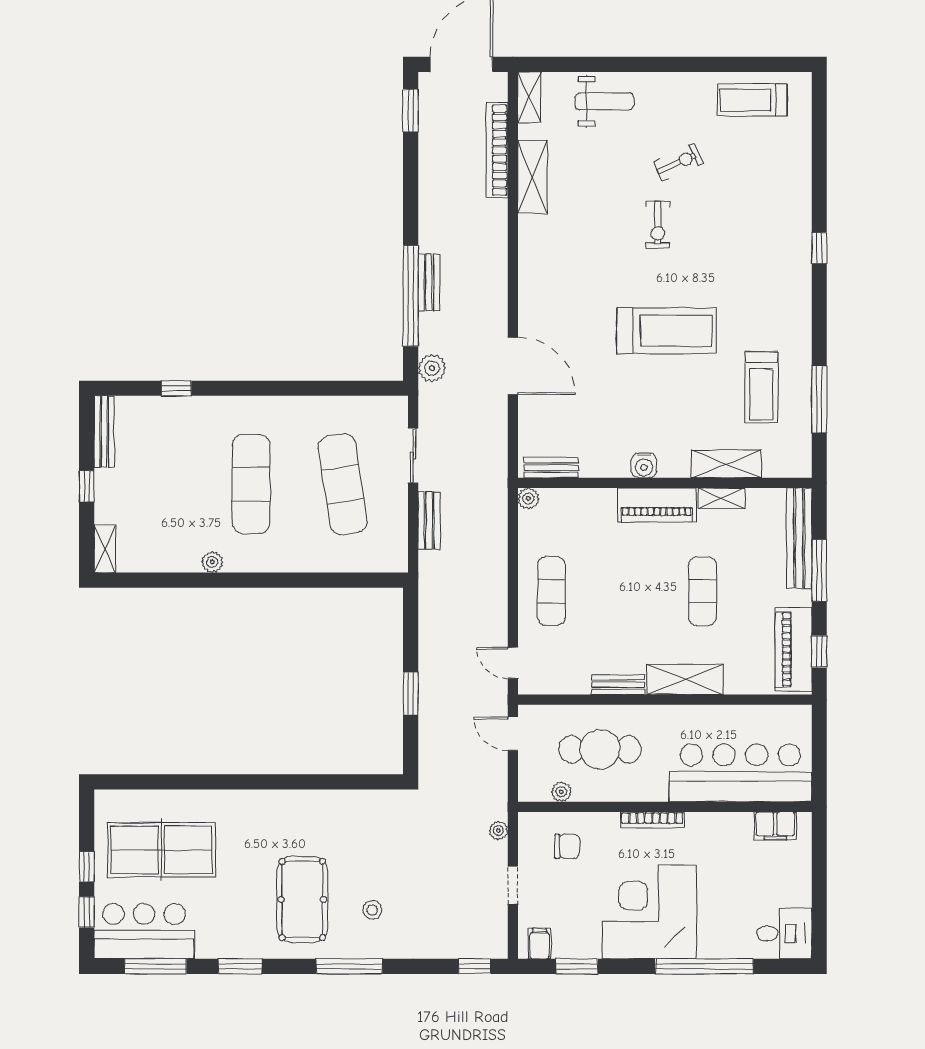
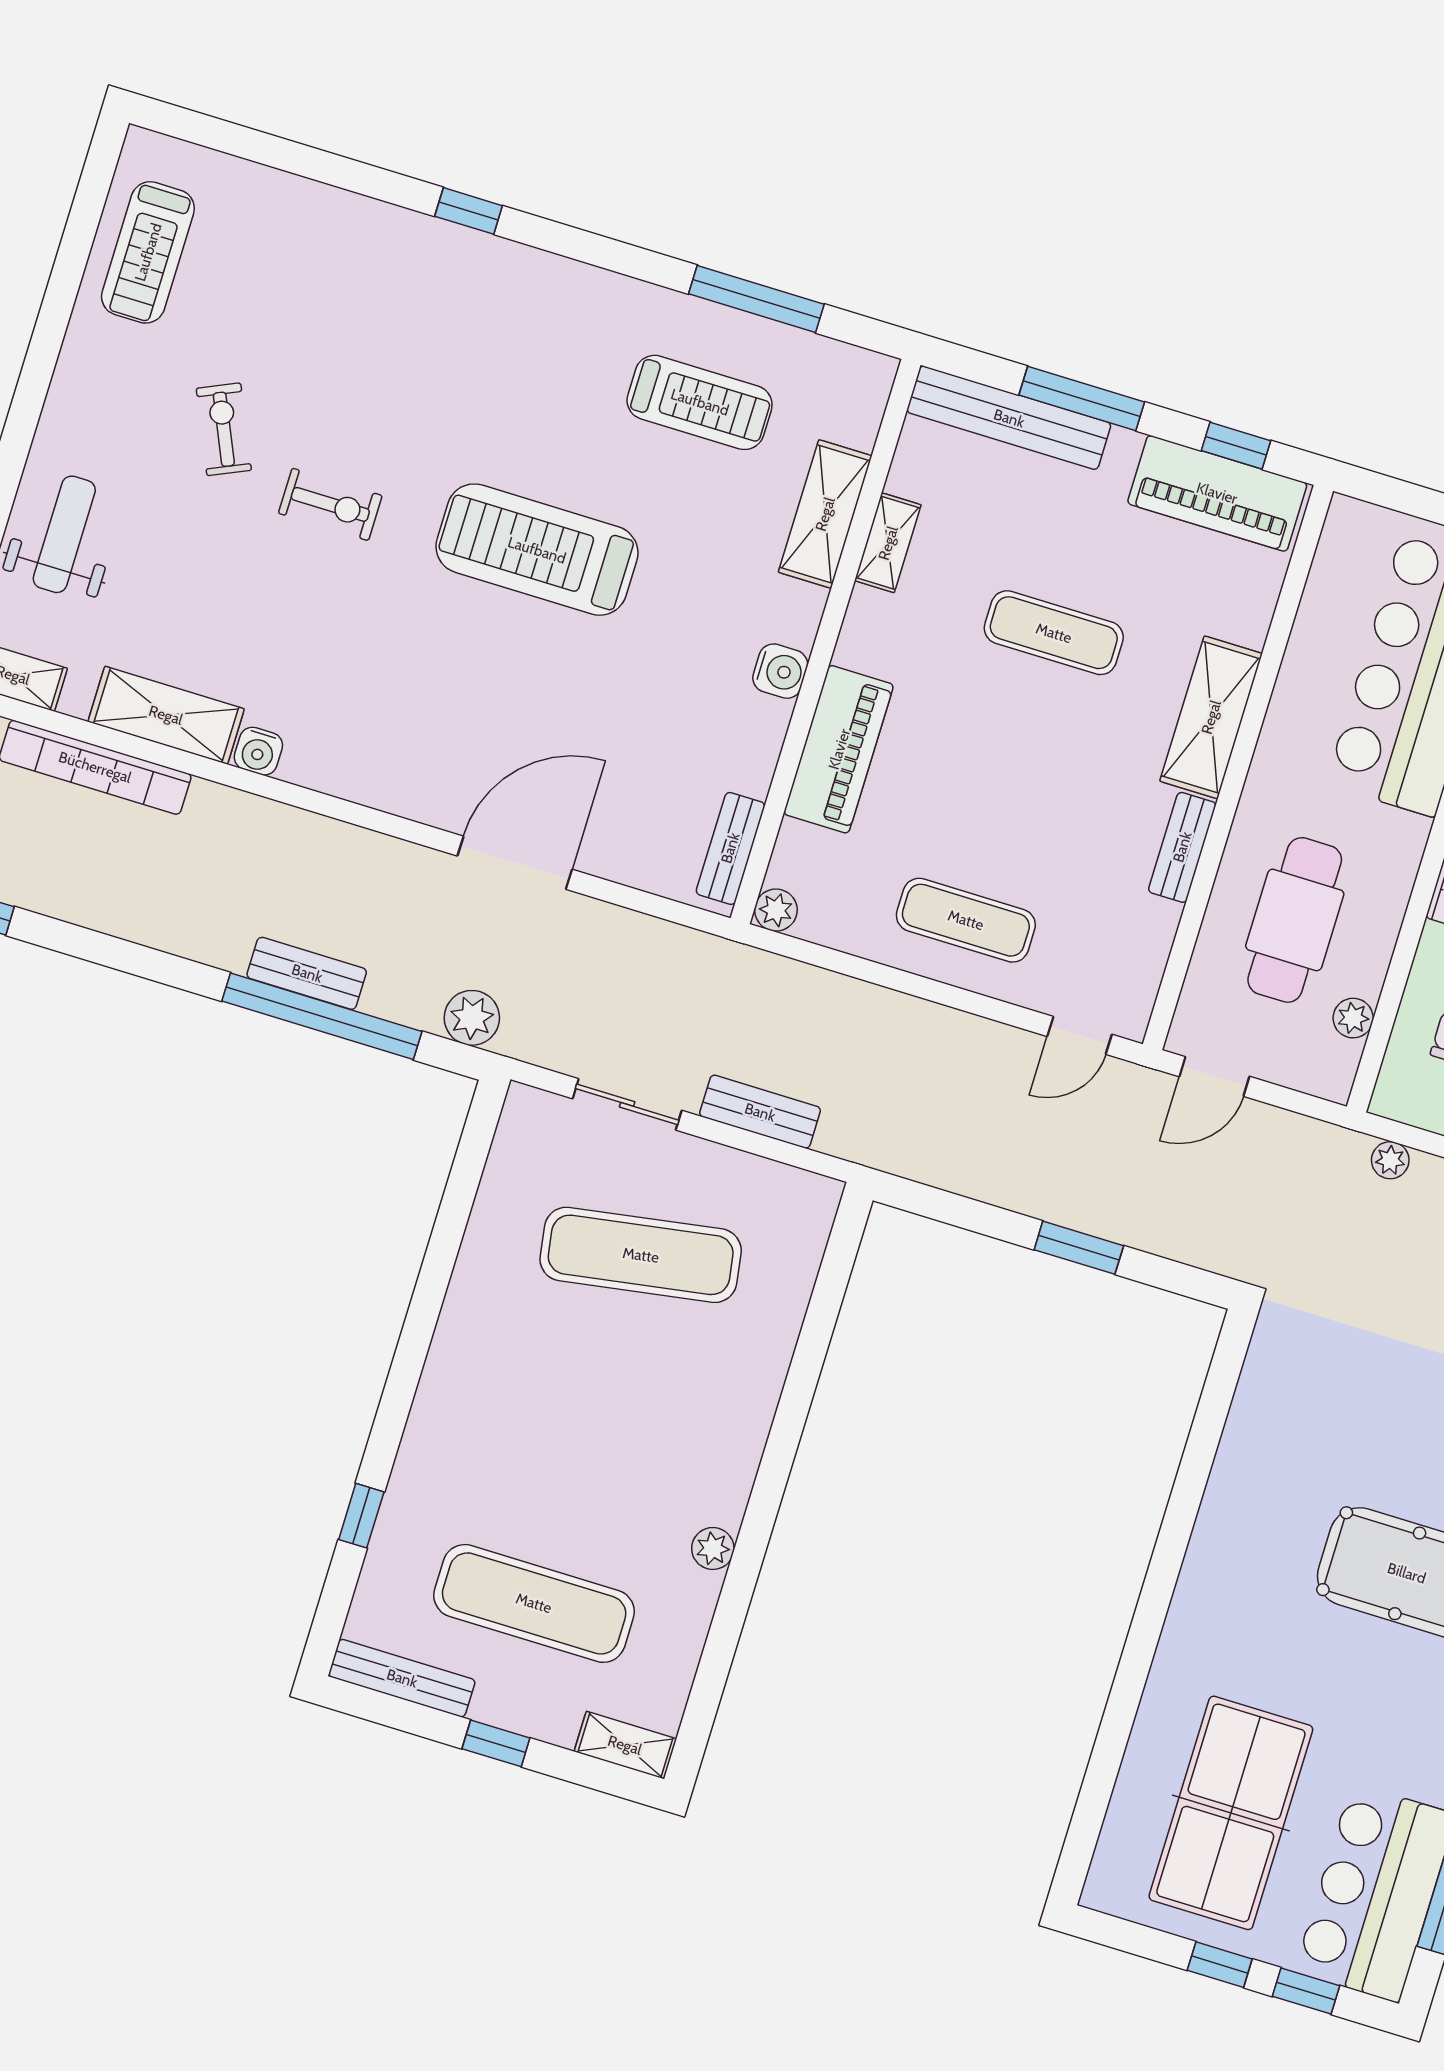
water cooler: (529, 226) -> (258, 751), added
treadmill: (667, 331) -> (537, 550), turned -90
exercise mat: (251, 484) -> (534, 1603), moved
piano: (657, 505) -> (839, 749), moved

